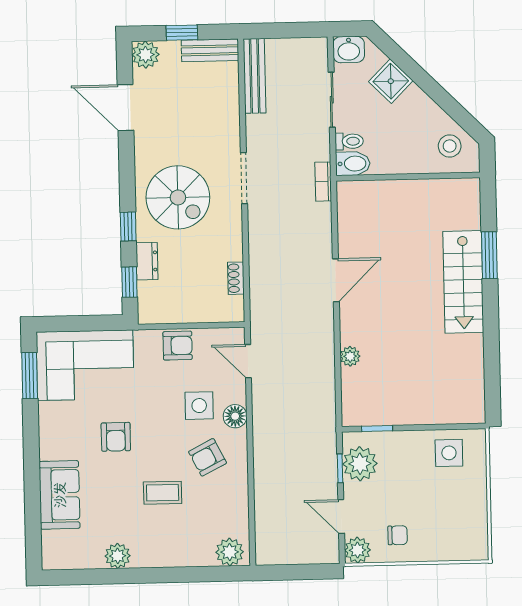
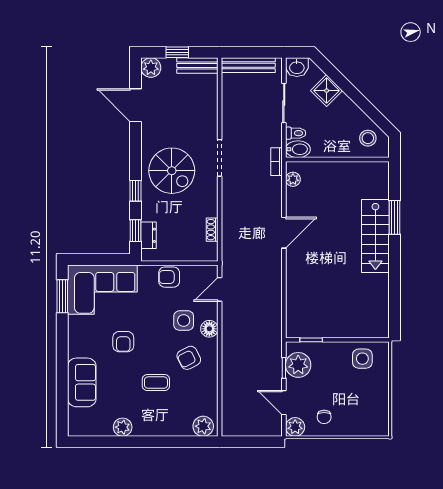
bench: (255, 76) -> (248, 65), moved, turned 90
dresser: (147, 261) -> (148, 235), moved
armchair: (178, 346) -> (169, 277), turned 180
plant: (350, 356) -> (293, 179), moved
door: (248, 361) -> (220, 289), hinge flipped
chair: (398, 535) -> (324, 417), turned 90

